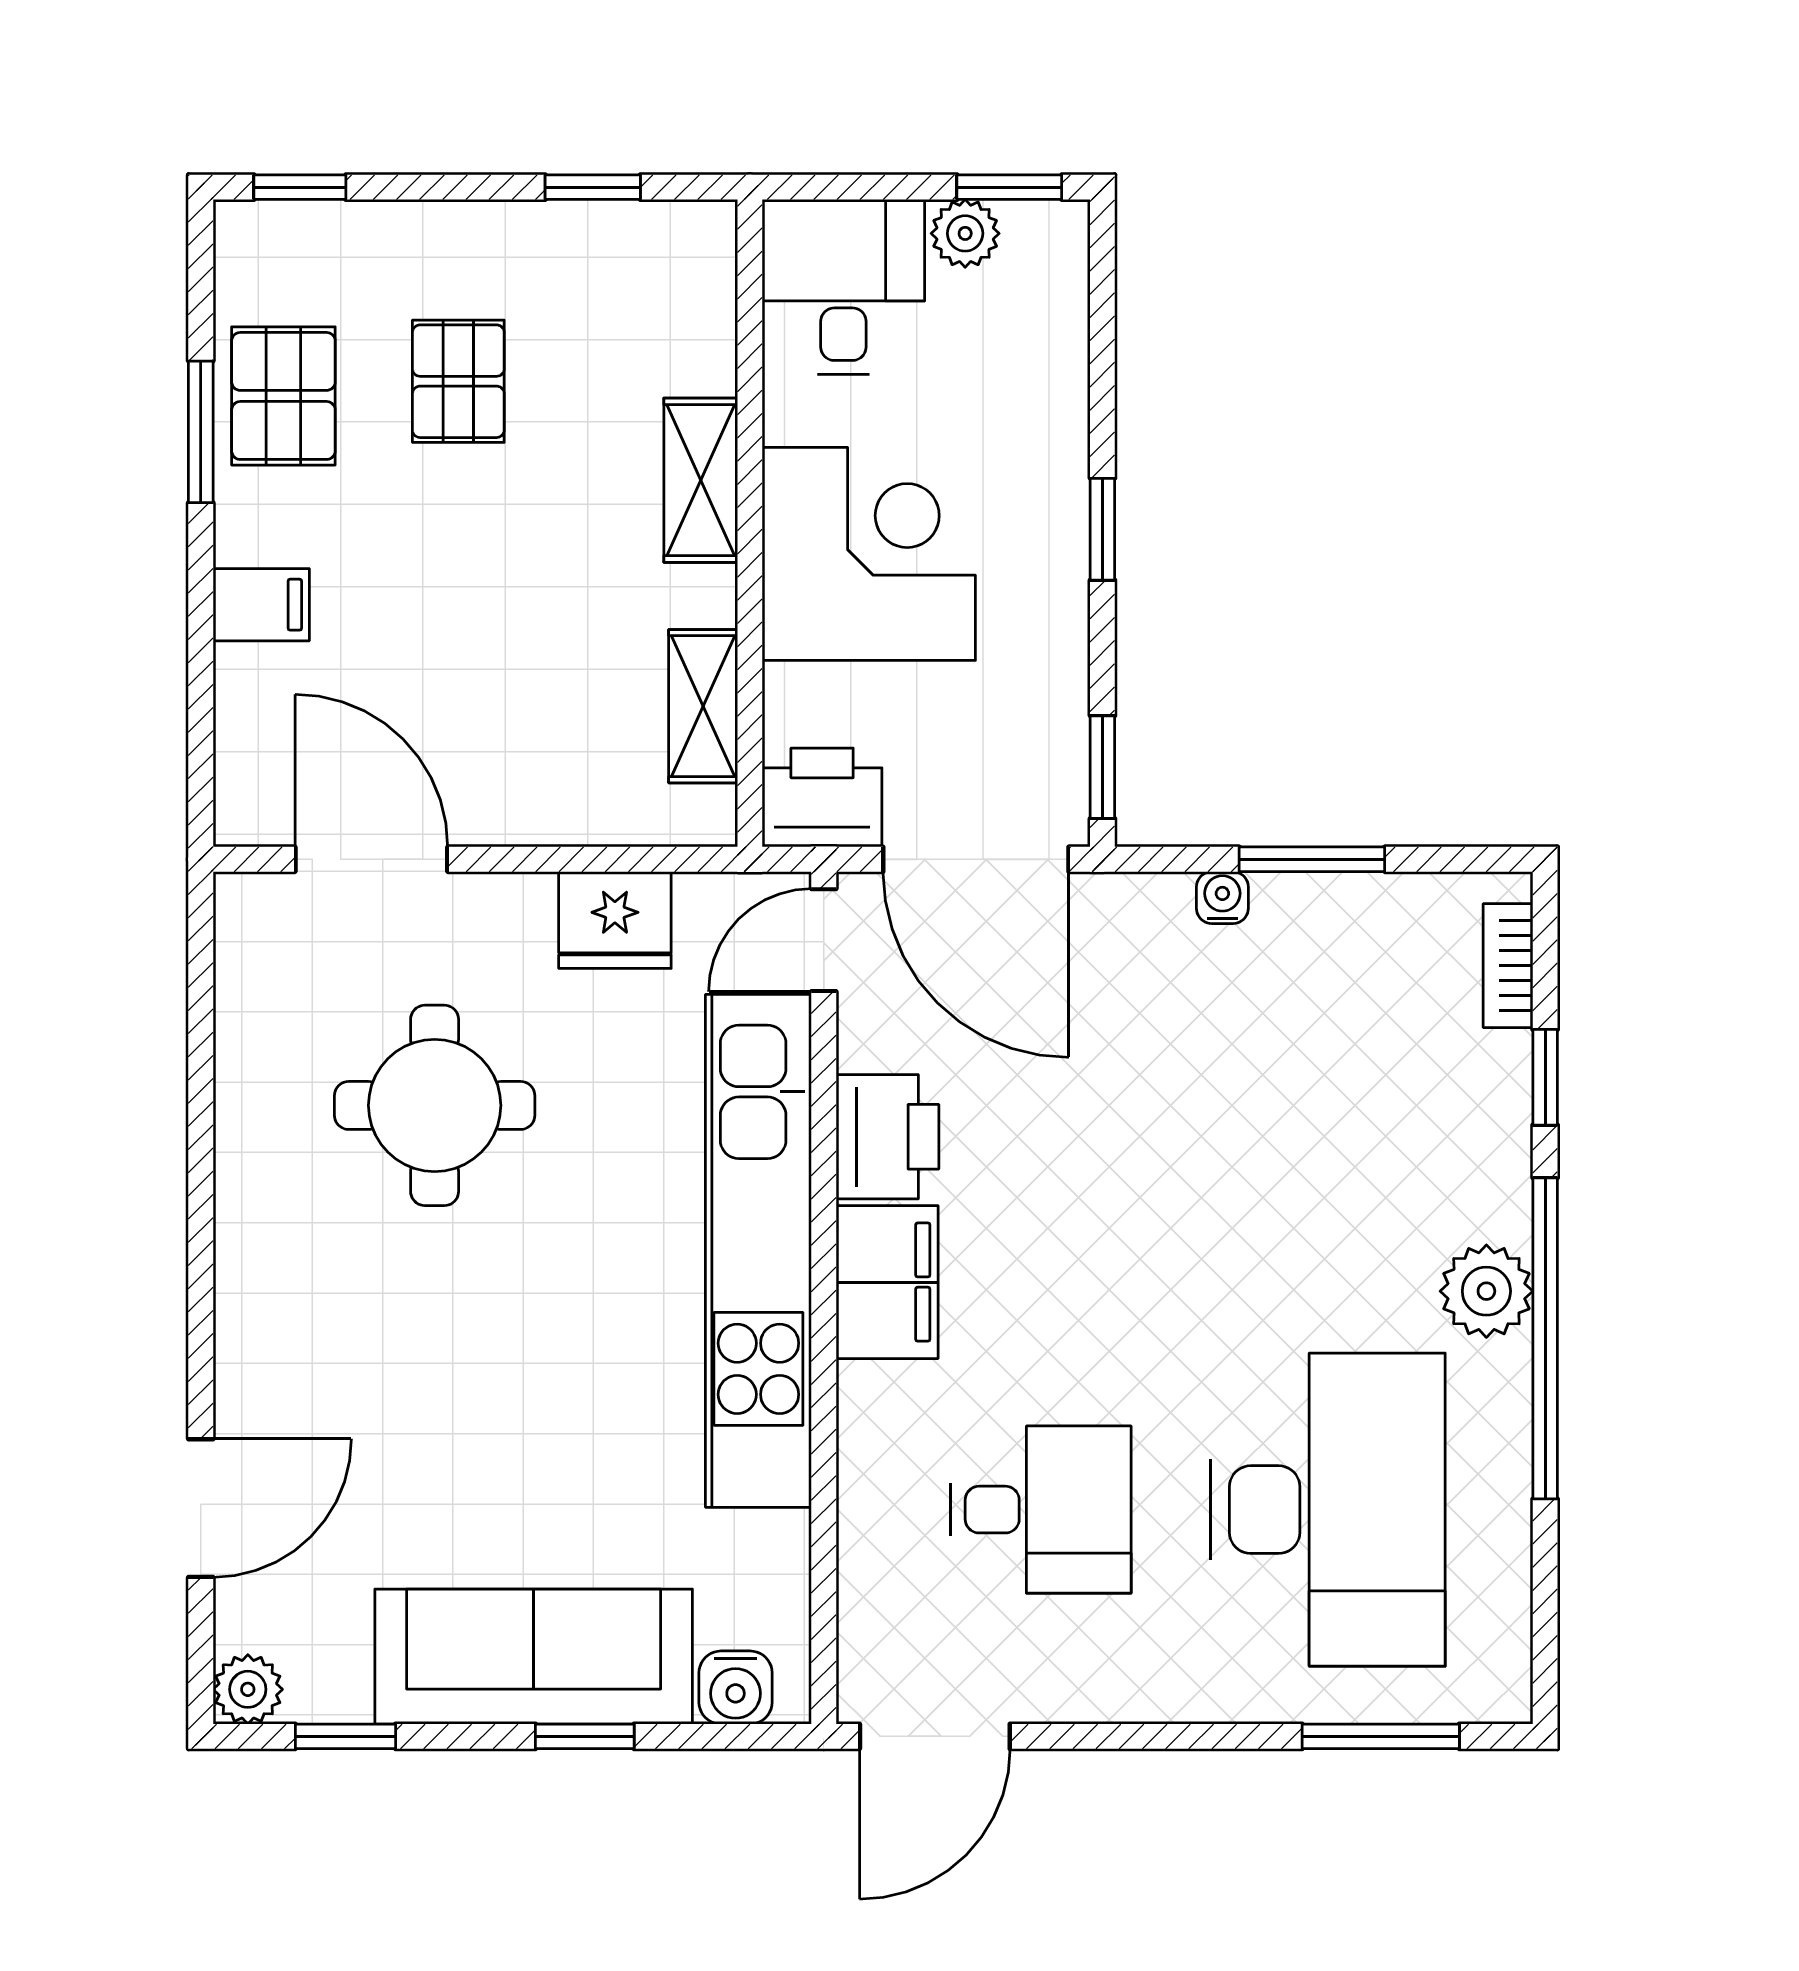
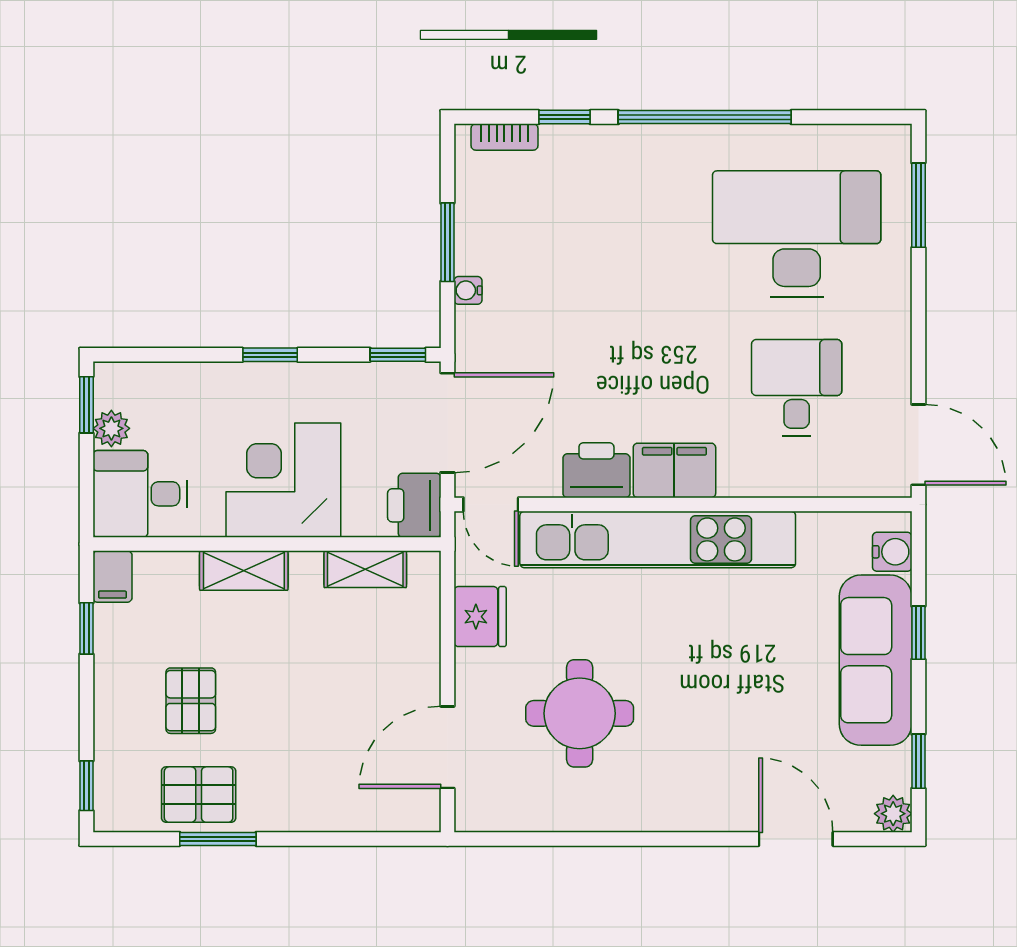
pallet: (458, 381) -> (191, 701), turned 90
filing cabinet: (261, 605) -> (112, 576), moved, turned 180
plant: (1486, 1291) -> (679, 149), removed

